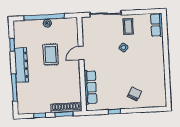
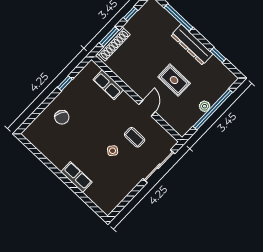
row of seats: (157, 25) -> (76, 177), moved
coffee table: (128, 27) -> (135, 137), moved
row of seats: (90, 87) -> (108, 85), width x0.68

